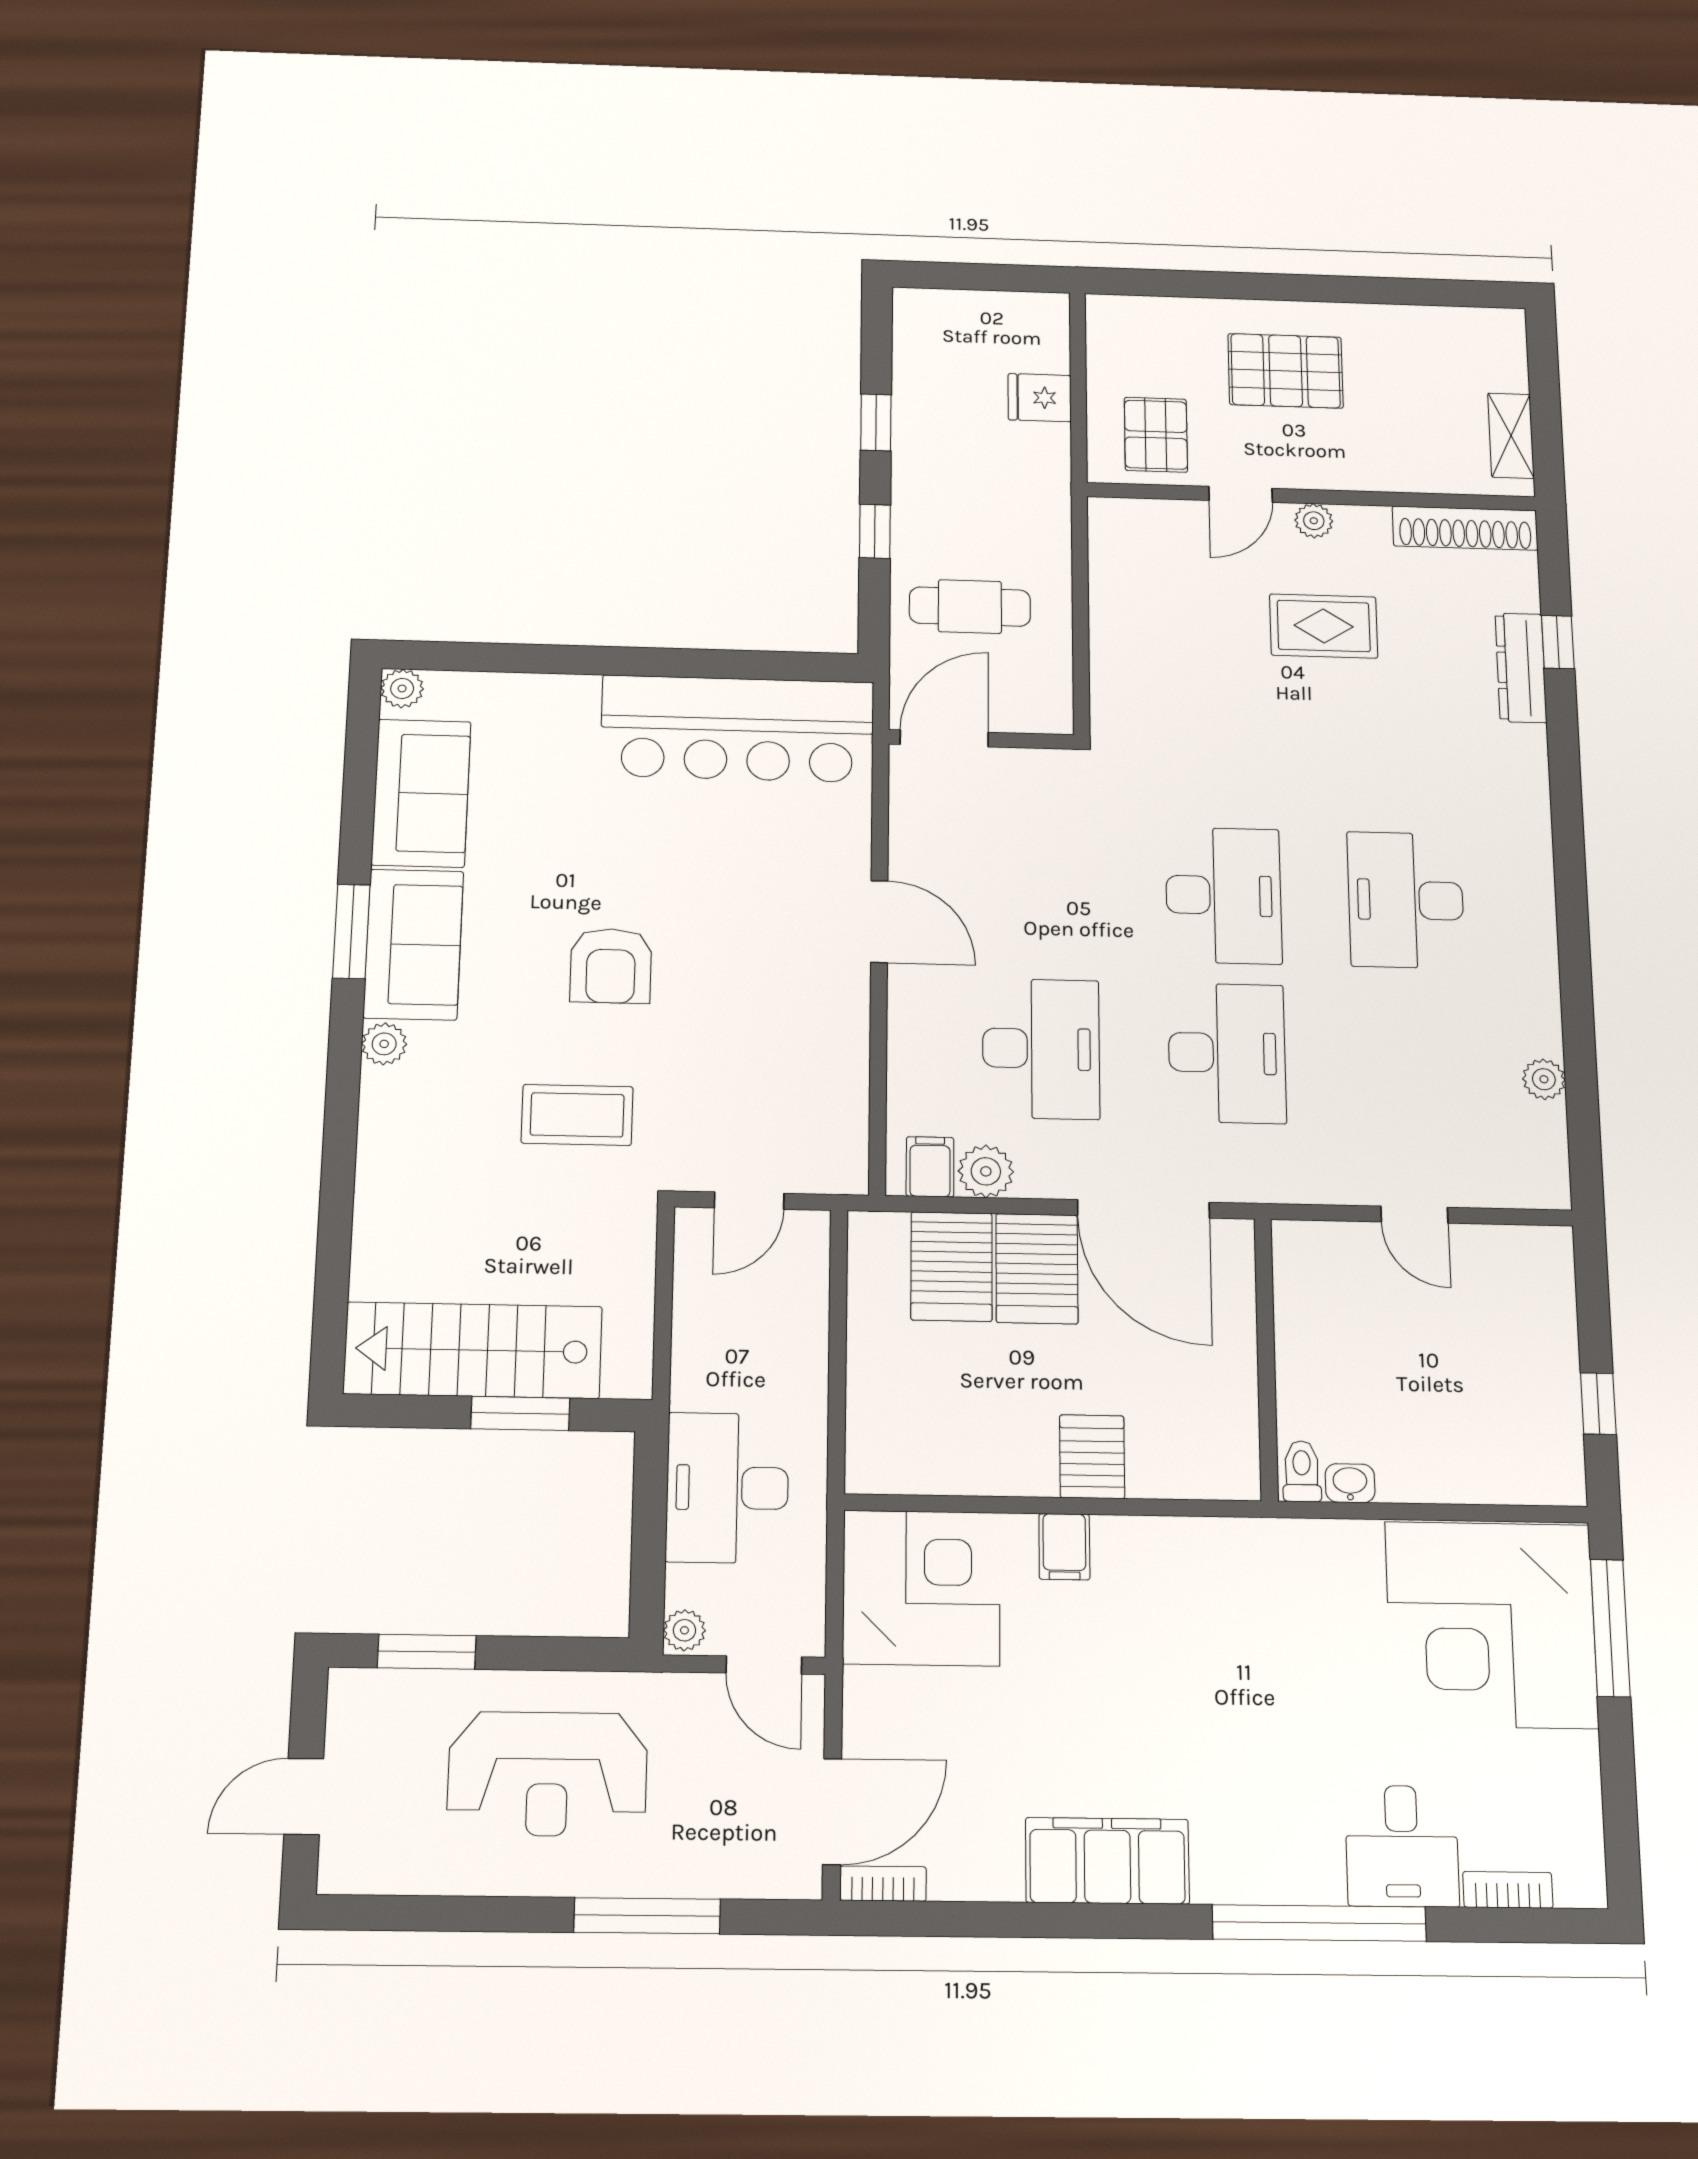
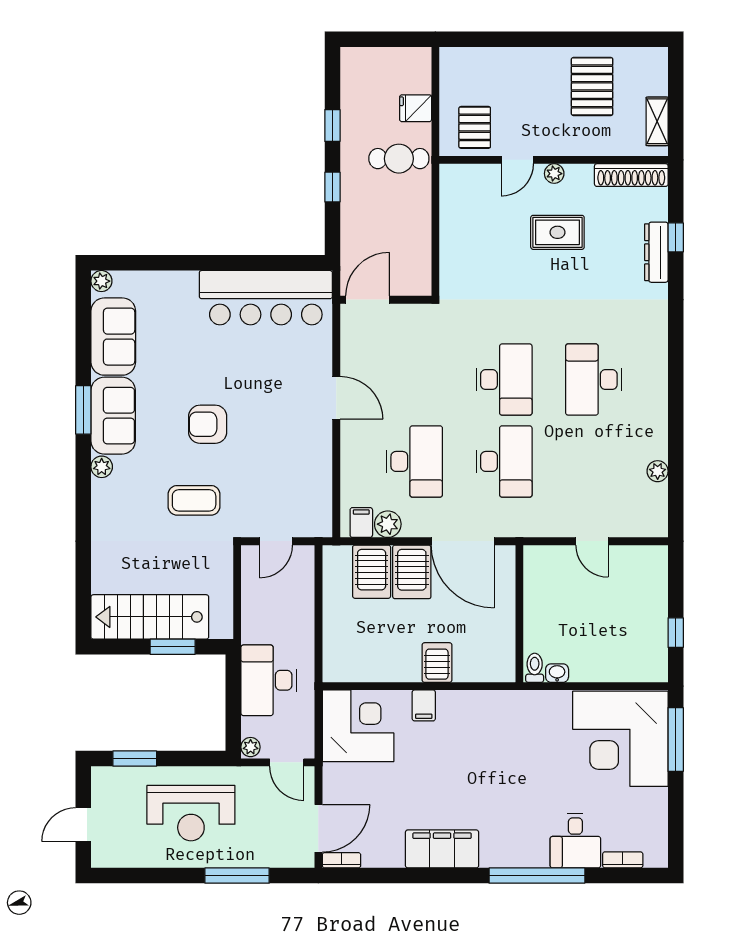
pallet: (1285, 371) -> (592, 86), moved, turned 90
cafe table: (970, 607) -> (399, 159), moved
armchair: (611, 966) -> (208, 424), turned 90

